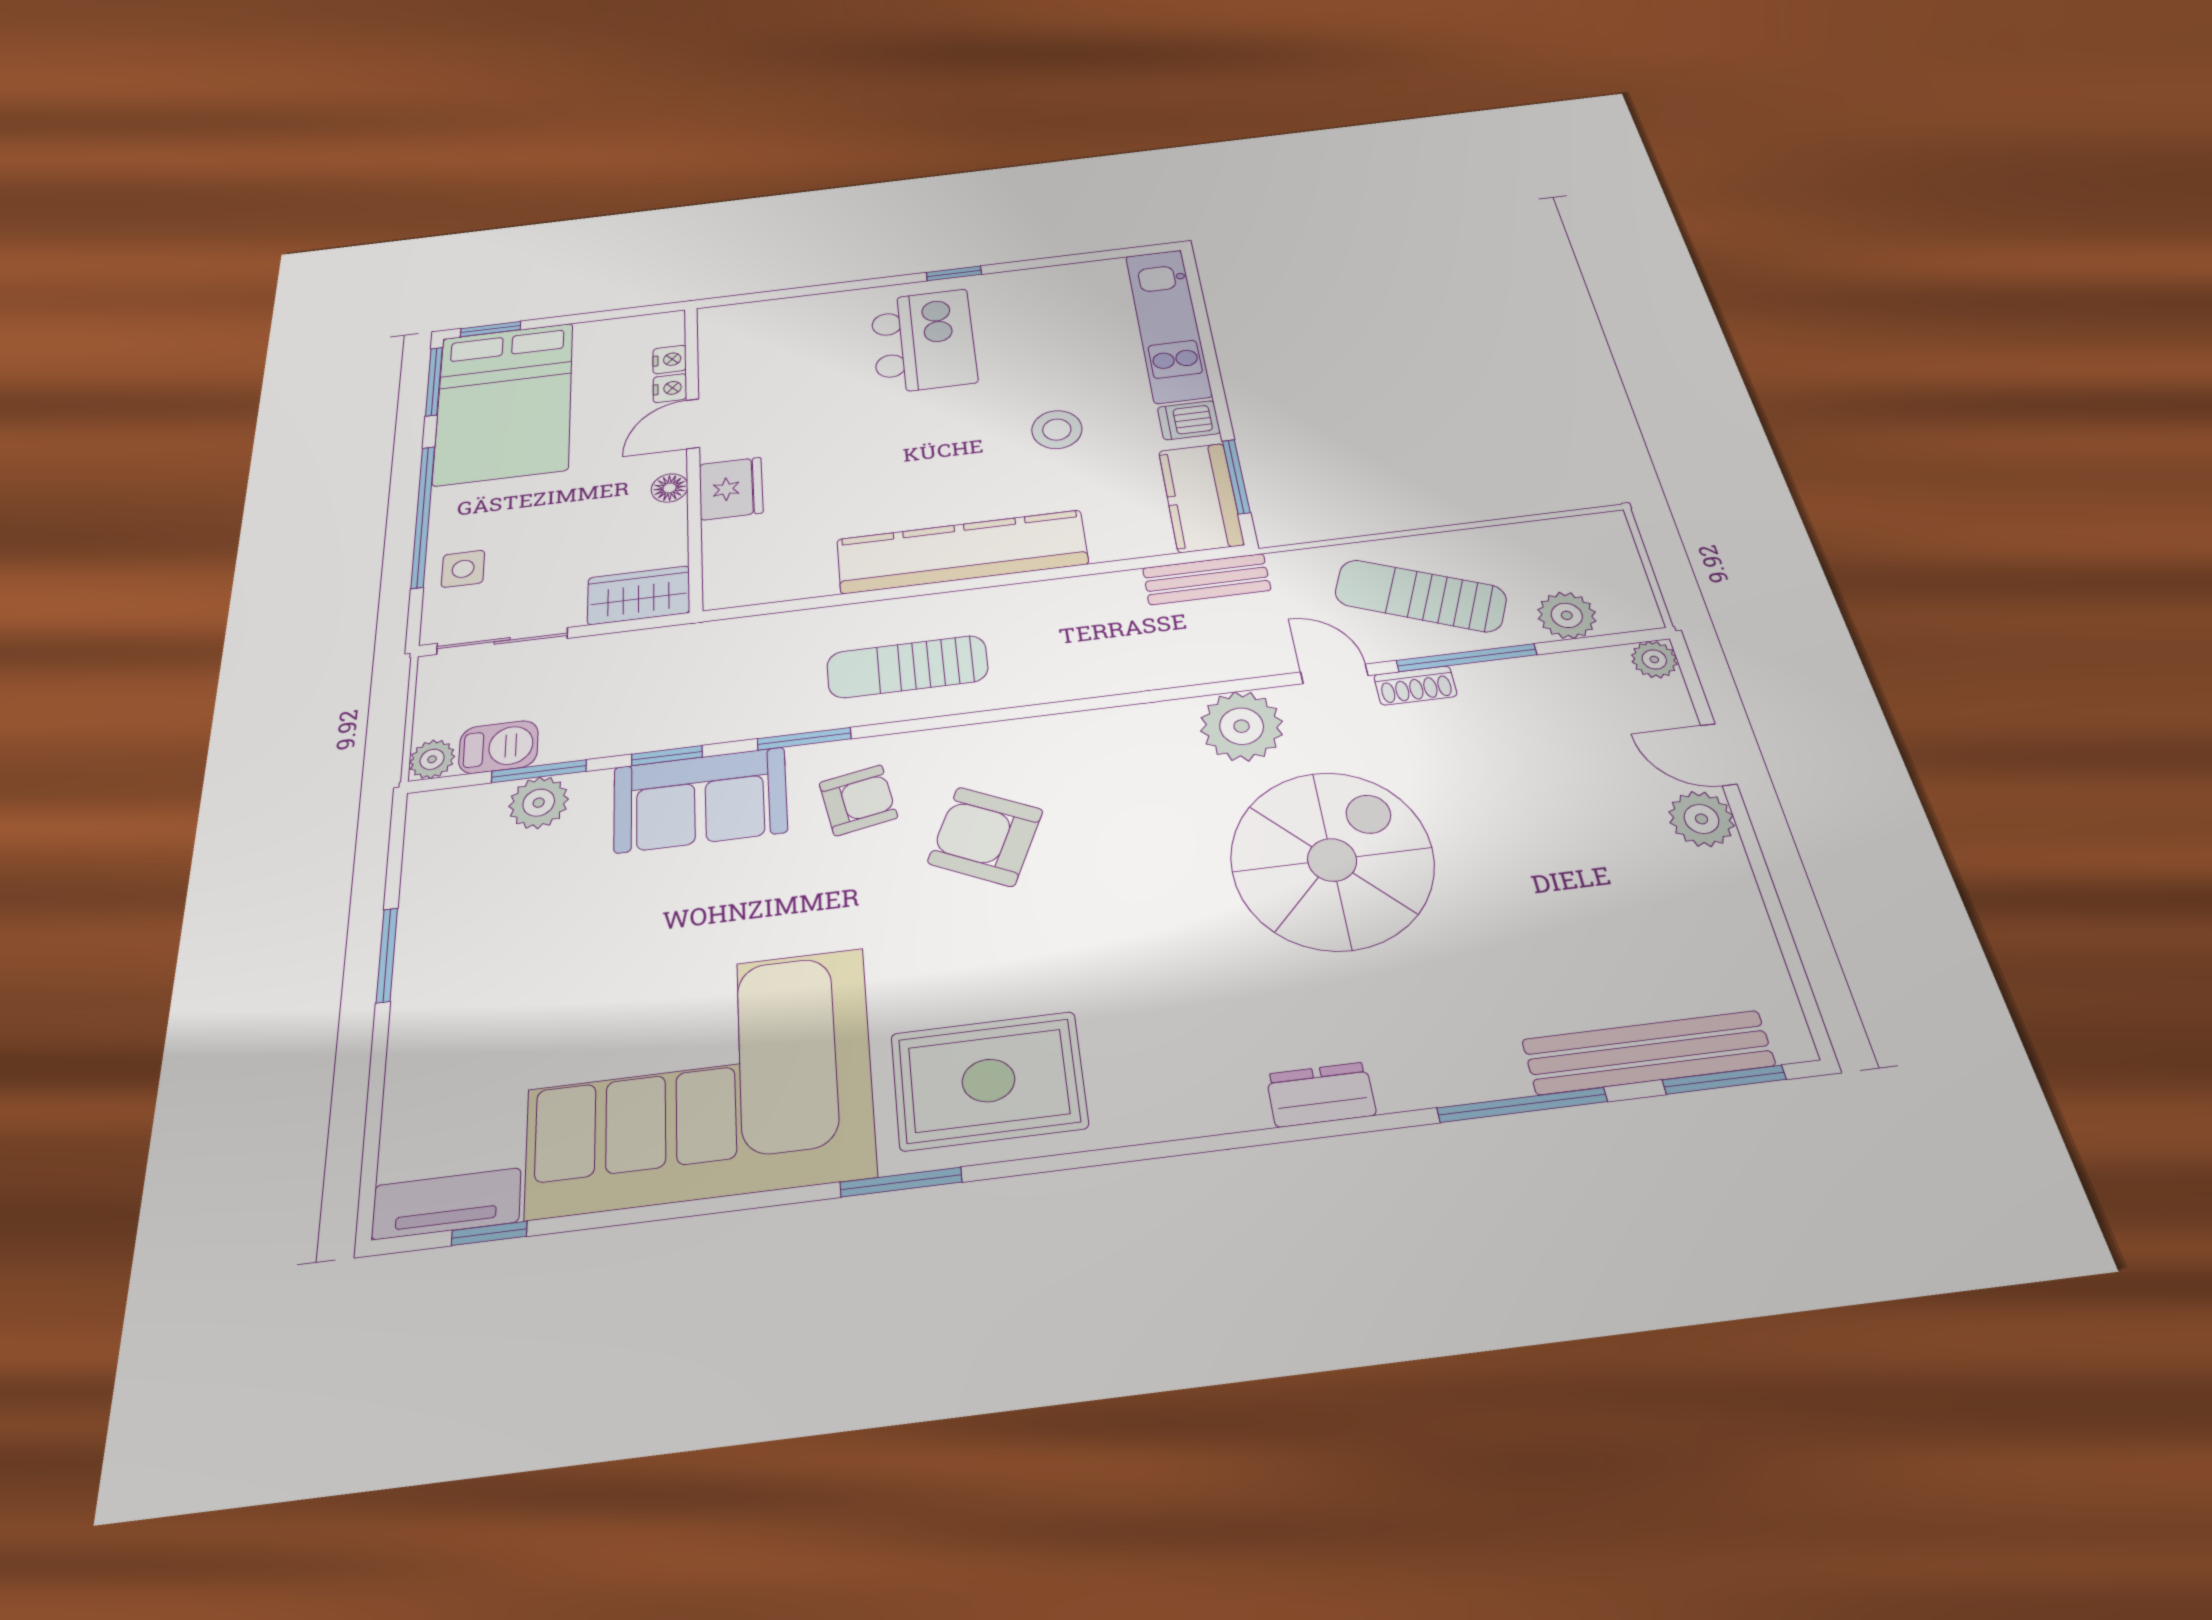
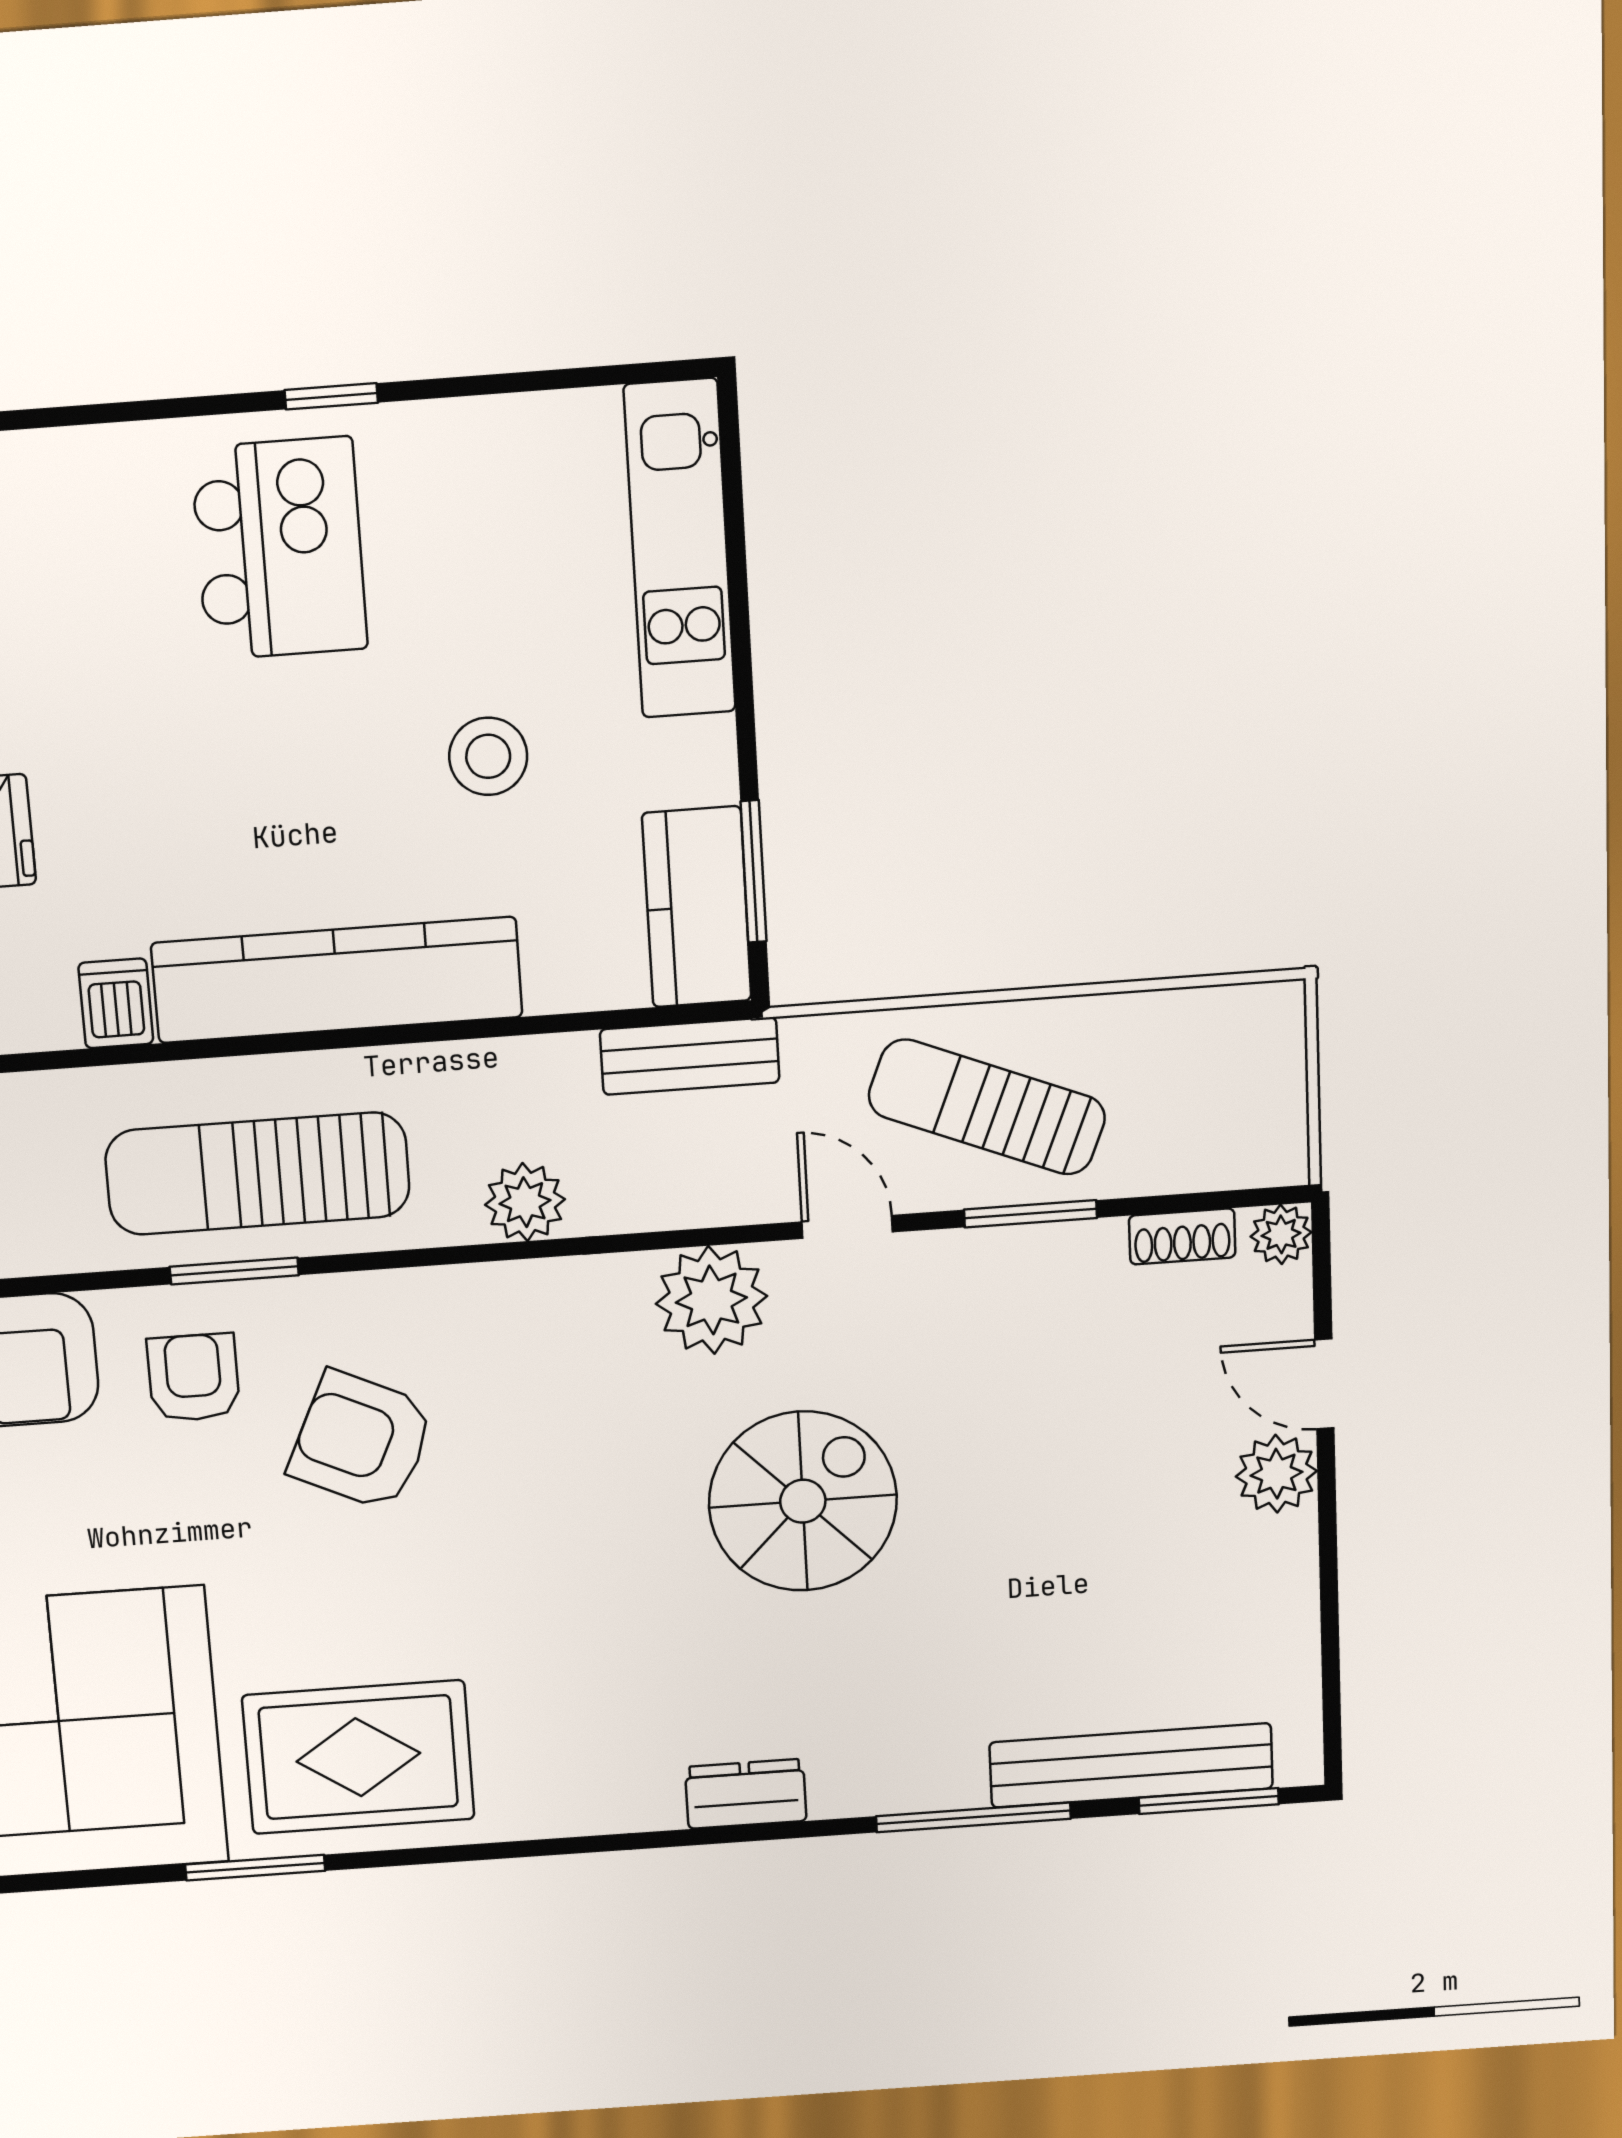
dishwasher: (1189, 420) -> (116, 1003), moved, turned 90
plant: (1567, 615) -> (525, 1202), moved
window: (1466, 658) -> (1030, 1214), width x0.69
sun lounger: (907, 667) -> (257, 1174), width x1.36, depth x1.34
shoe rack: (1415, 686) -> (1182, 1236), moved
window: (804, 739) -> (234, 1271), moved
armchair: (858, 800) -> (193, 1378), turned -79
spiral stairs: (1332, 860) -> (803, 1501), width x0.73, depth x0.73

